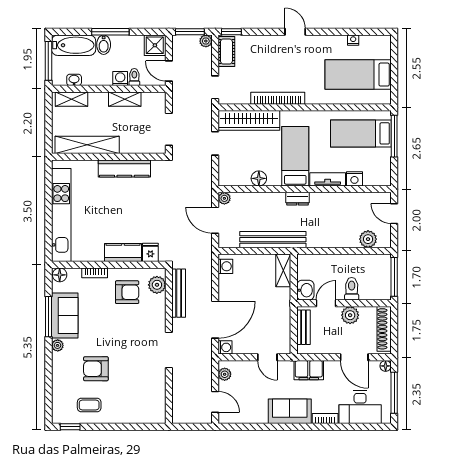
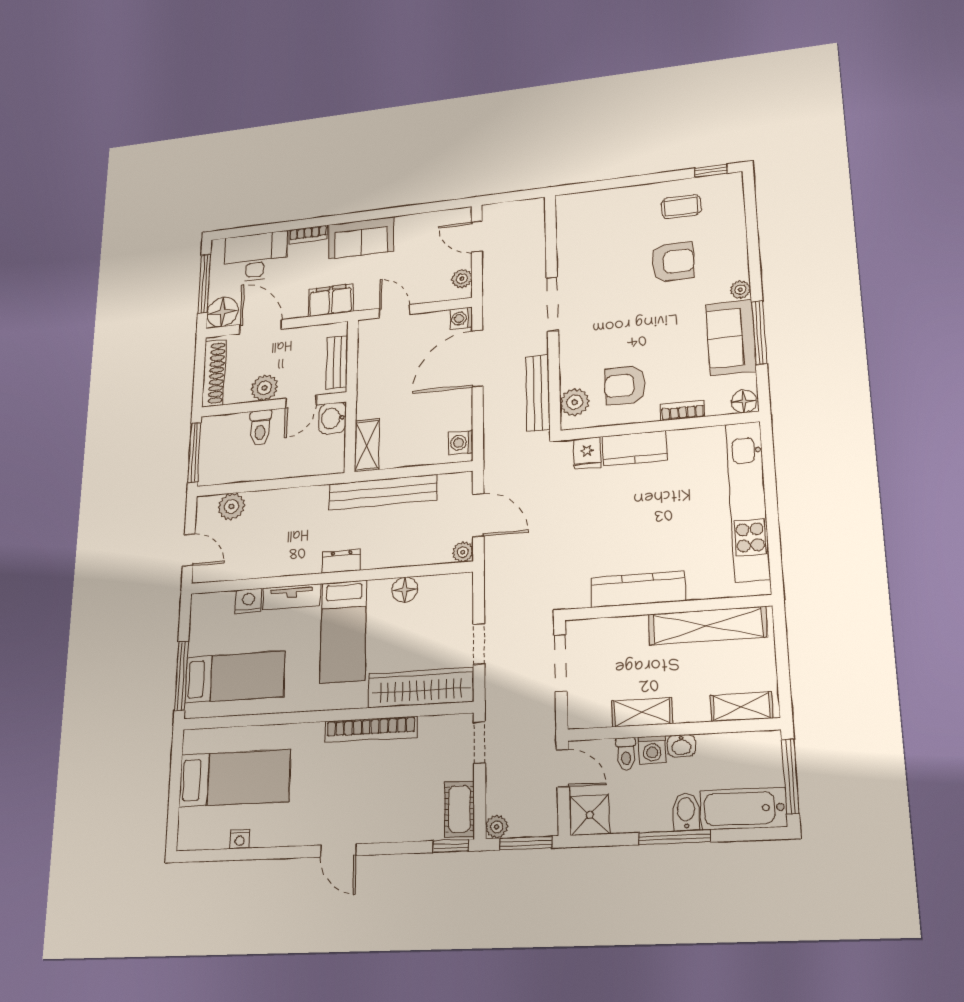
washbasin: (74, 80) -> (681, 746), moved
floor lamp: (386, 366) -> (222, 312), width x1.89, depth x1.89

